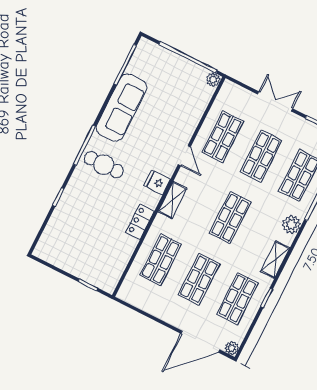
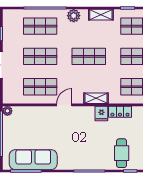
sofa: (121, 108) -> (33, 160), moved
cafe table: (104, 165) -> (122, 153), moved
fridge: (157, 182) -> (101, 113), moved

